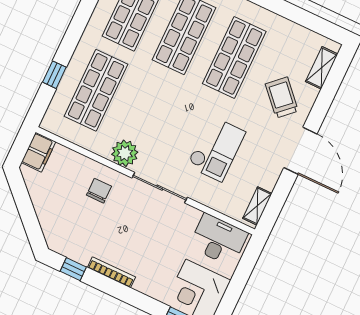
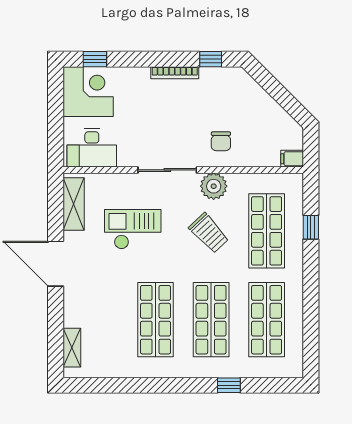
trolley: (282, 98) -> (209, 233), moved
checkout: (216, 149) -> (133, 229), turned 90
filing cabinet: (39, 152) -> (292, 159), width x0.50
shelving: (257, 206) -> (74, 204), width x1.50, depth x1.33

